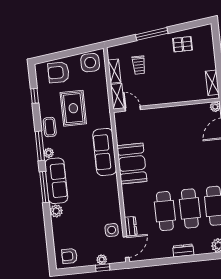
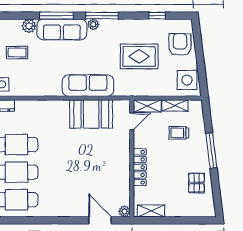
locker: (174, 97) -> (140, 167), added
coffee table: (50, 127) -> (17, 53), moved
booth: (132, 164) -> (91, 114), moved

